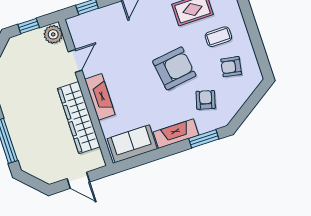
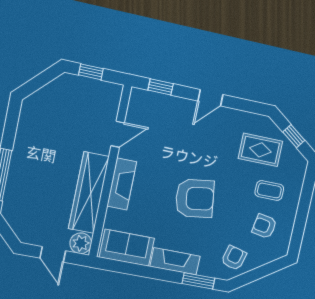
plant: (53, 34) -> (81, 243), moved
armchair: (174, 68) -> (195, 198), moved
armchair: (206, 100) -> (234, 258), moved

